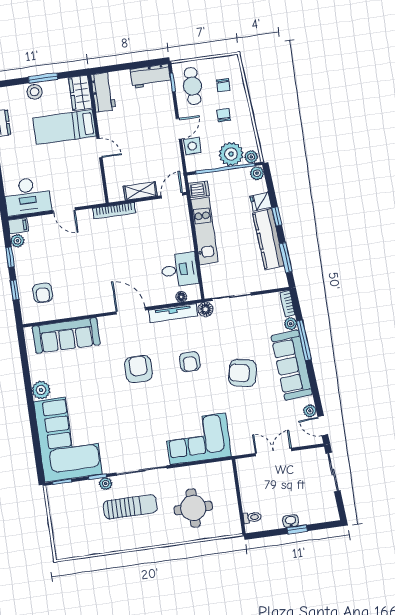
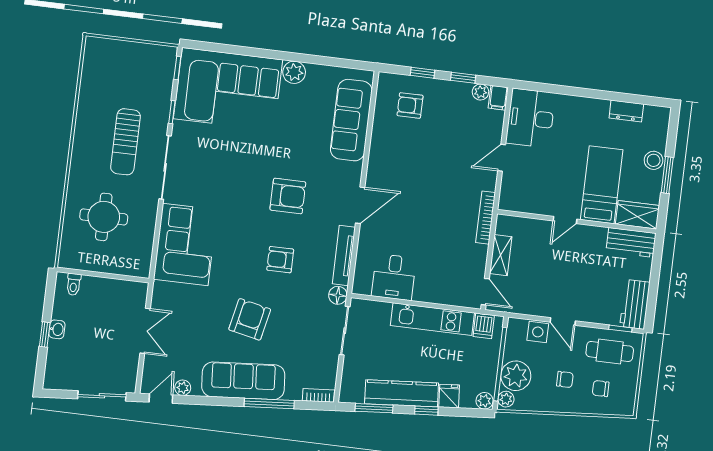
floor lamp: (181, 297) -> (361, 270), removed
plant: (291, 324) -> (293, 393), removed
plant: (106, 484) -> (161, 120), removed

